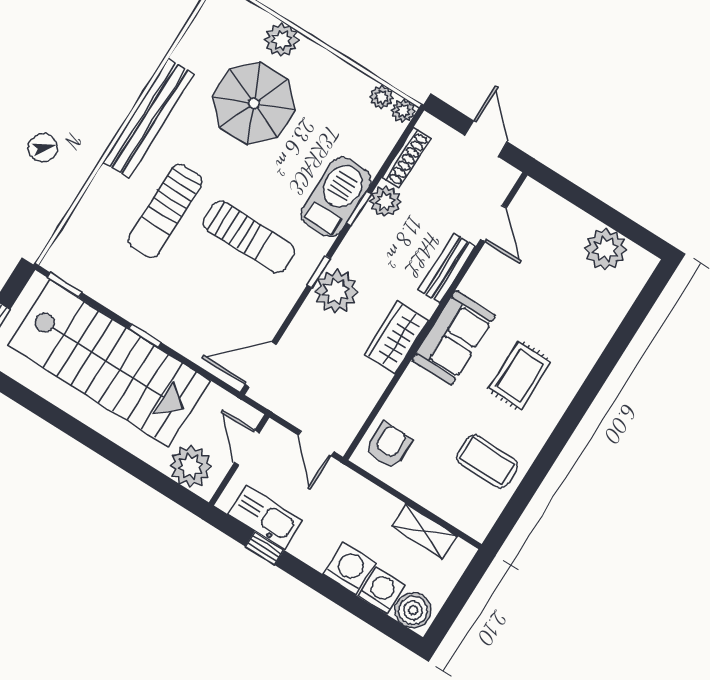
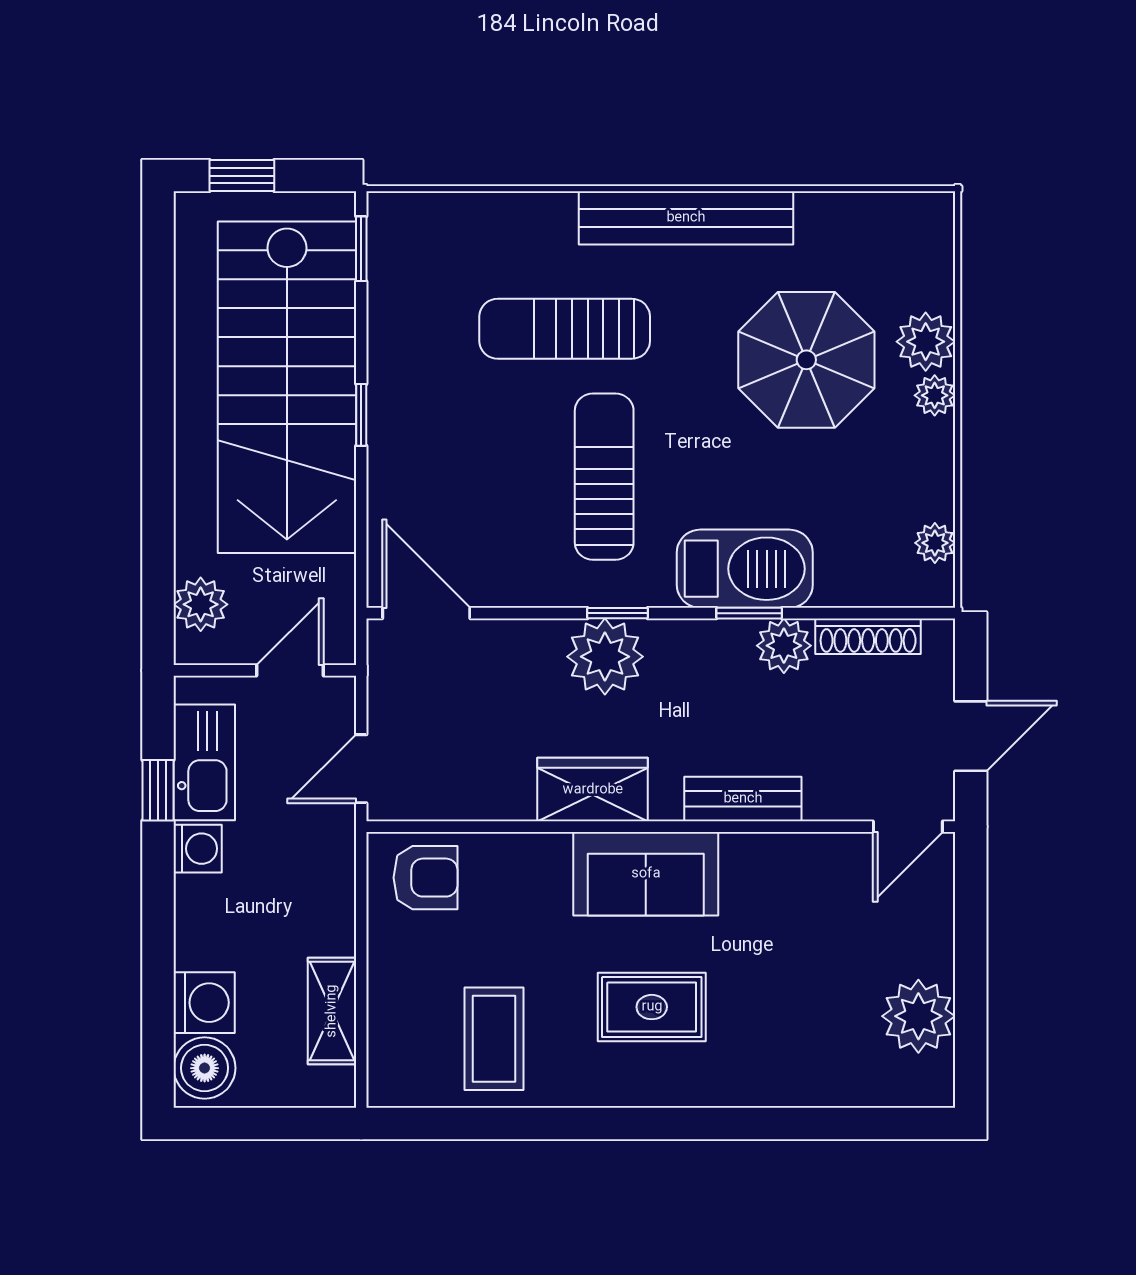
plant: (403, 111) -> (935, 395), moved
door: (494, 224) -> (908, 827), moved
sun lounger: (249, 237) -> (604, 477), turned 180
plant: (191, 466) -> (201, 604), width x0.73, depth x0.73
washing machine: (349, 569) -> (198, 849), moved, width x0.73, depth x0.73

